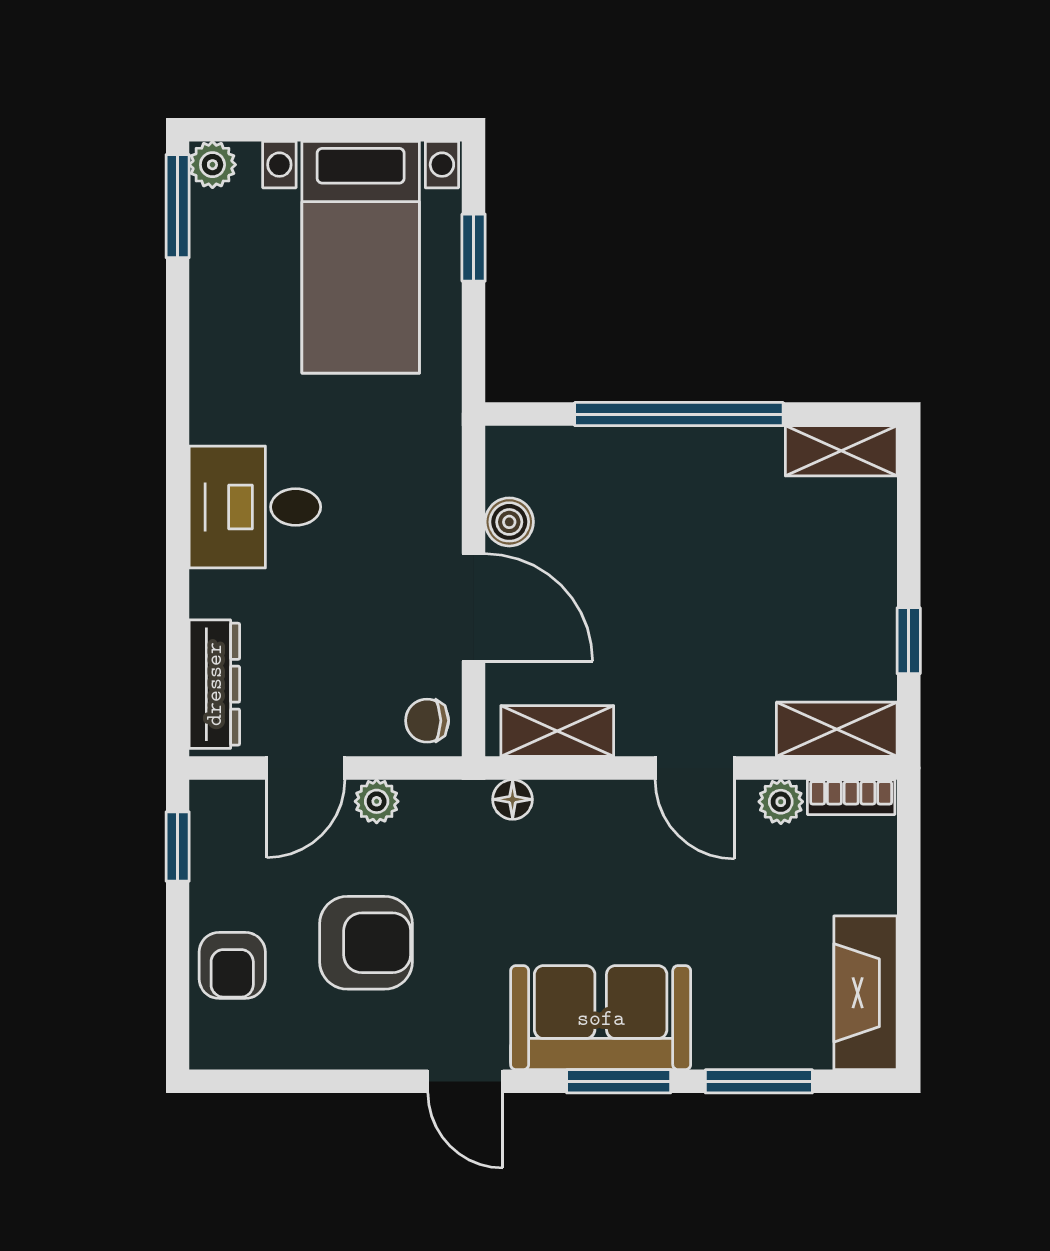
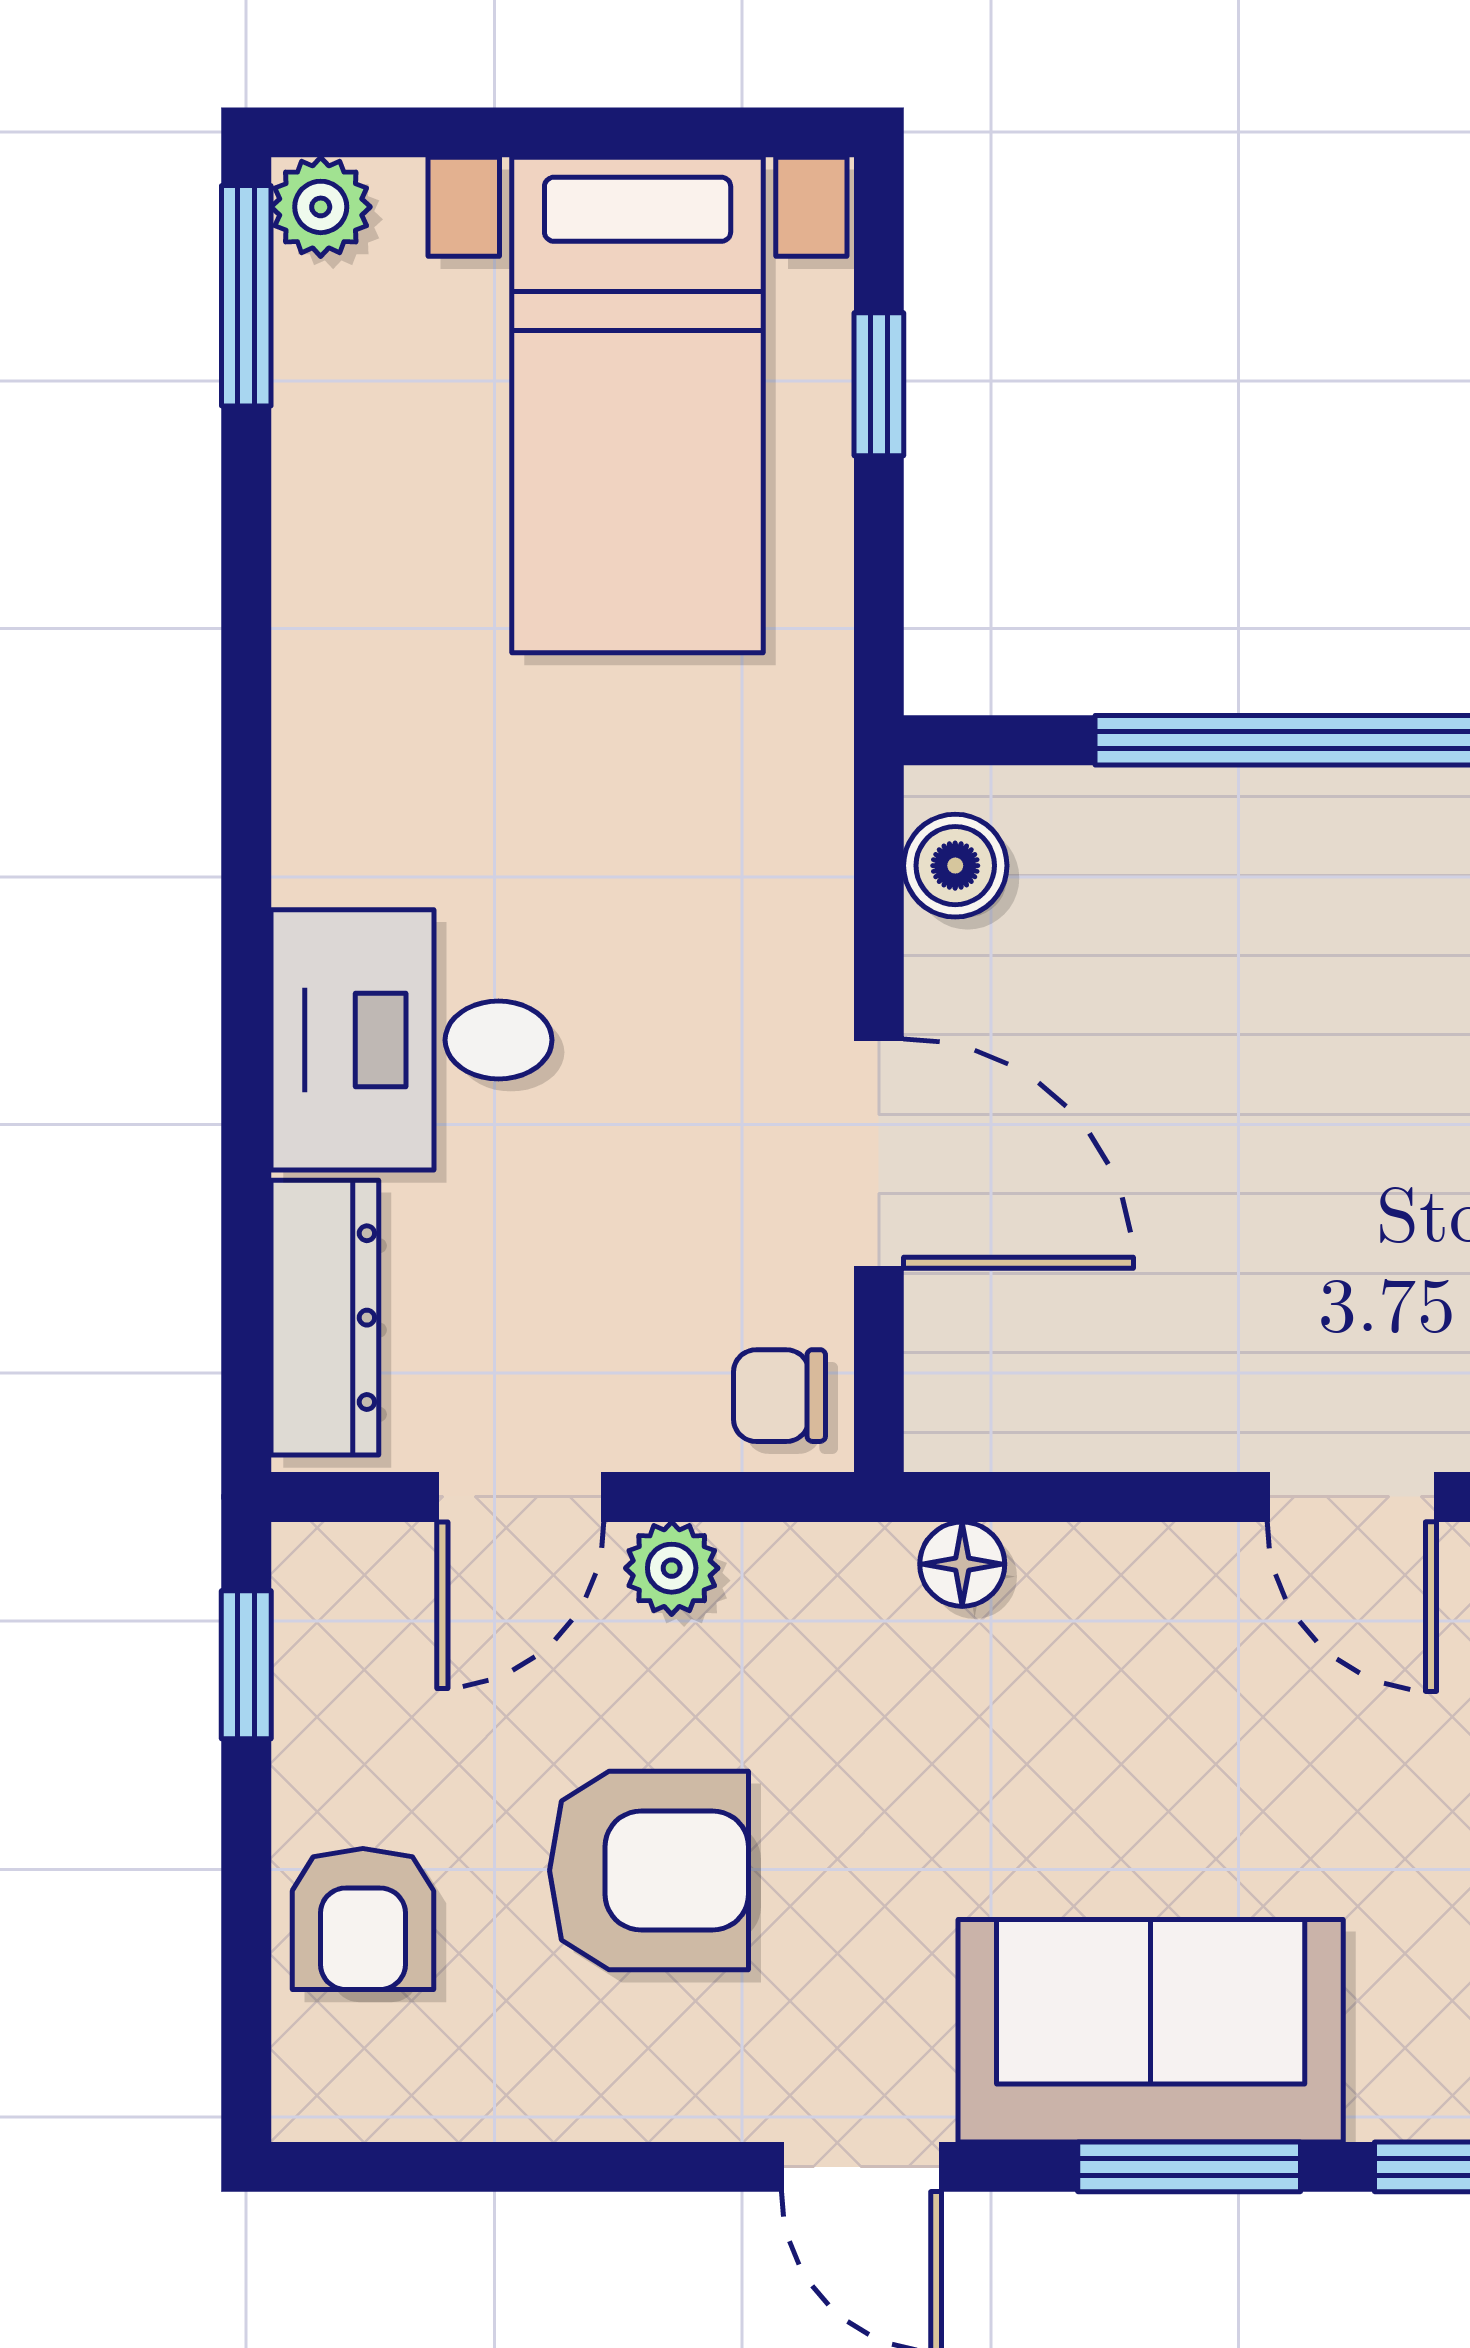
desk: (255, 507) -> (411, 1040), moved
boiler: (509, 522) -> (955, 866), moved
shelving: (557, 731) -> (1058, 1418), removed

